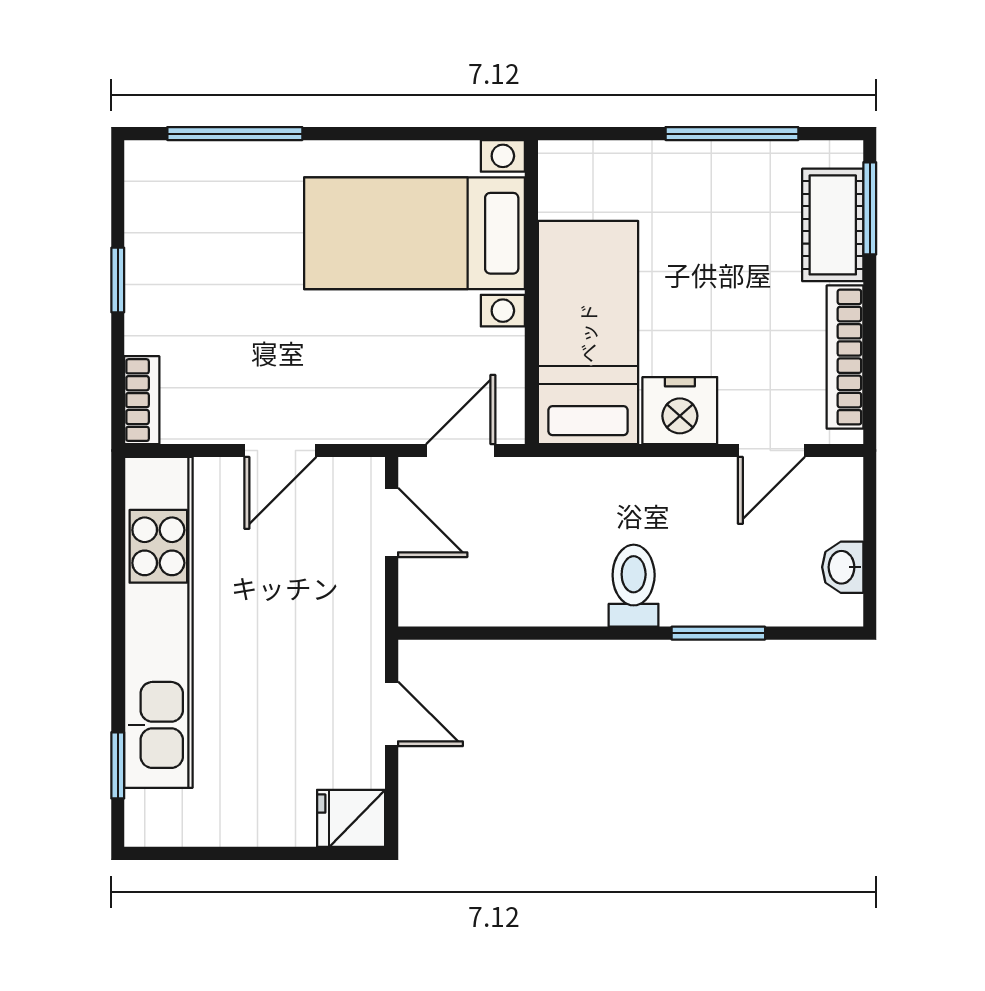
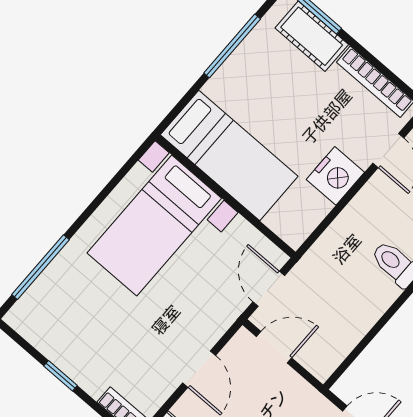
bed: (588, 333) -> (229, 155), moved, turned 180

